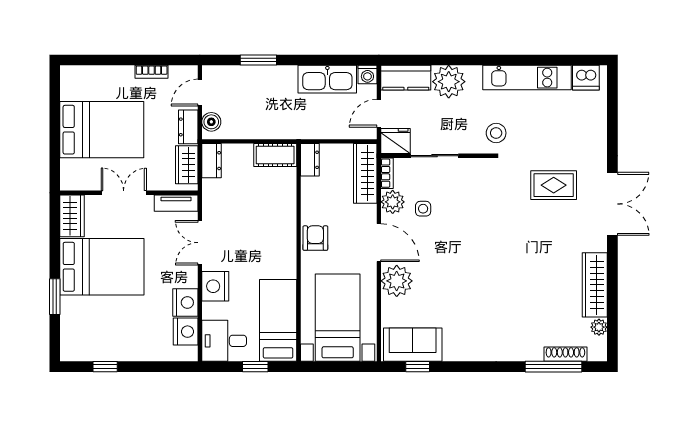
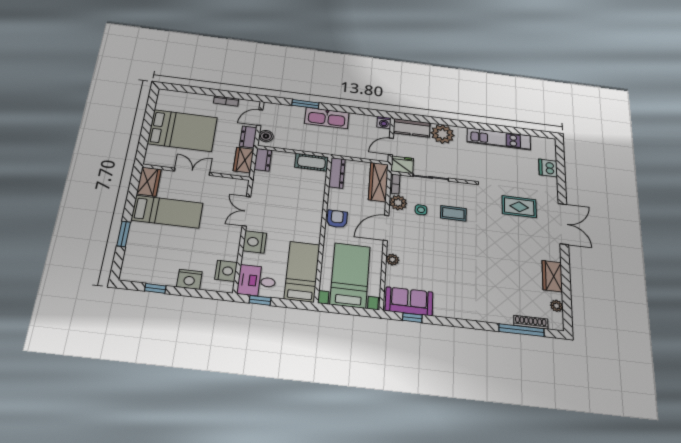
dishwasher: (586, 78) -> (548, 168), moved, turned 90
kitchen sink: (327, 79) -> (327, 118), moved
stool: (496, 133) -> (476, 169), removed
dresser: (310, 160) -> (337, 173), width x1.44
tv unit: (176, 203) -> (232, 183), removed
coffee table: (466, 208) -> (453, 213), added
door: (379, 243) -> (386, 228), swing flipped
bed: (102, 267) -> (167, 212), width x0.67
plant: (397, 281) -> (392, 260), width x0.53, depth x0.53
wardrobe: (595, 285) -> (552, 276), width x0.67
nightstand: (185, 303) -> (189, 279), moved, turned 90
window: (255, 367) -> (260, 300), moved

